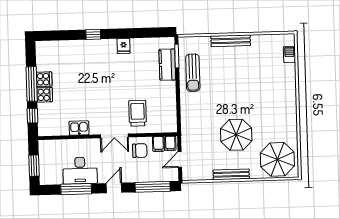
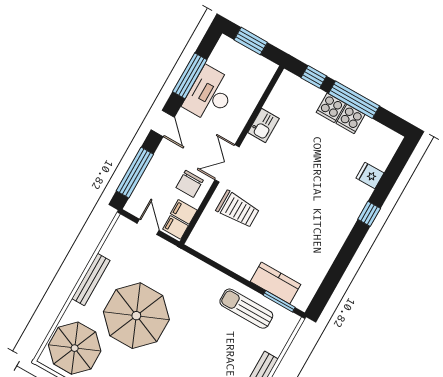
fridge: (124, 46) -> (370, 175), moved
parasol: (236, 135) -> (136, 316), width x1.36, depth x1.36

